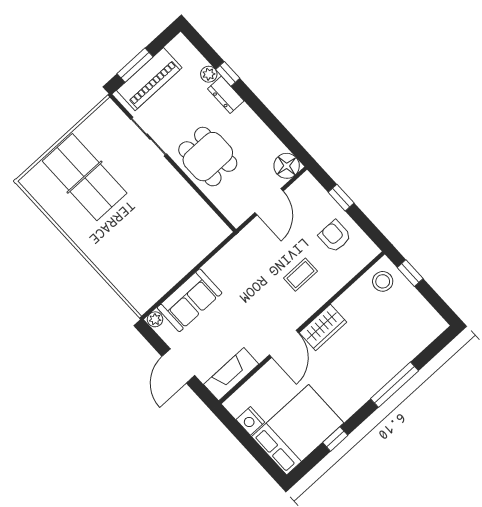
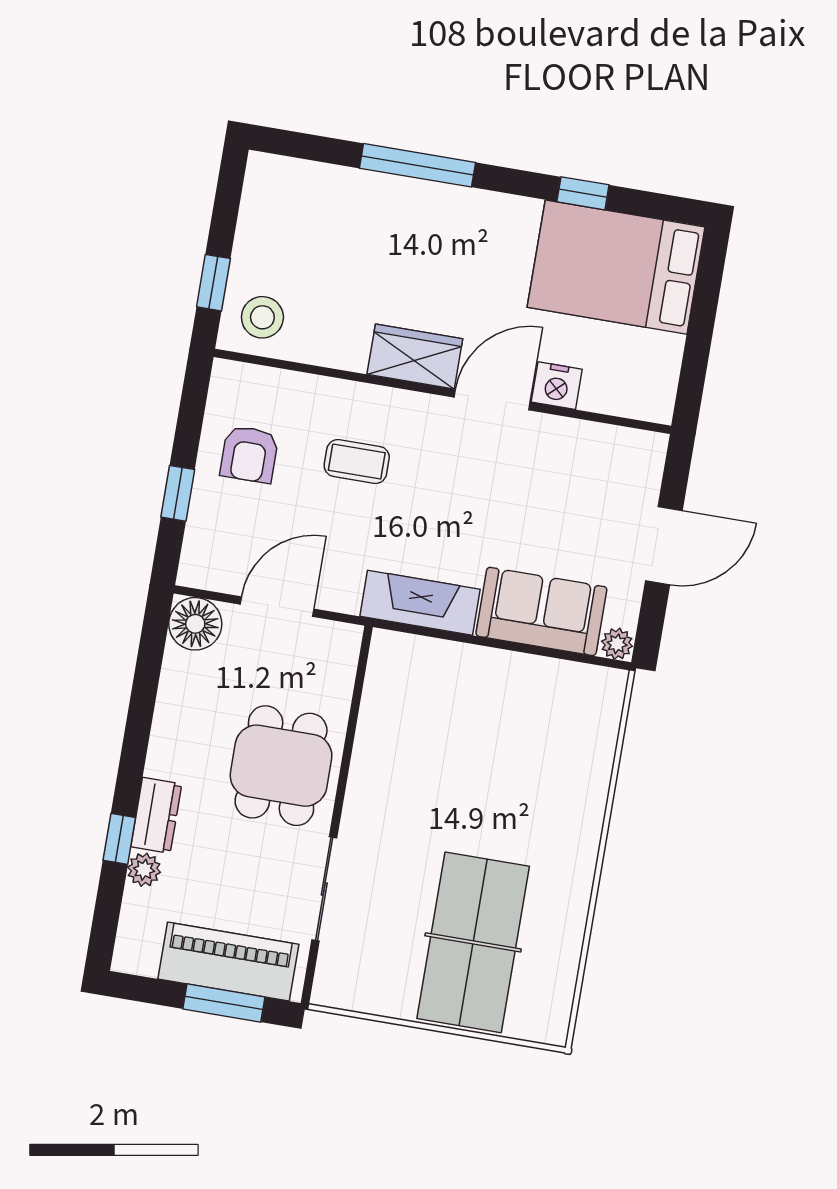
fireplace: (231, 374) -> (420, 603), moved, turned 180
nightstand: (250, 421) -> (557, 386), moved, turned 90

